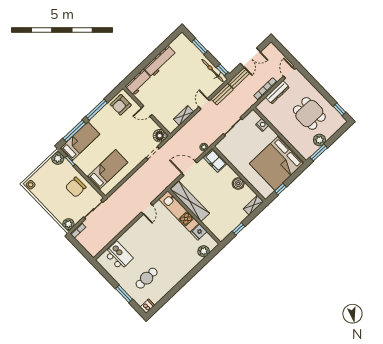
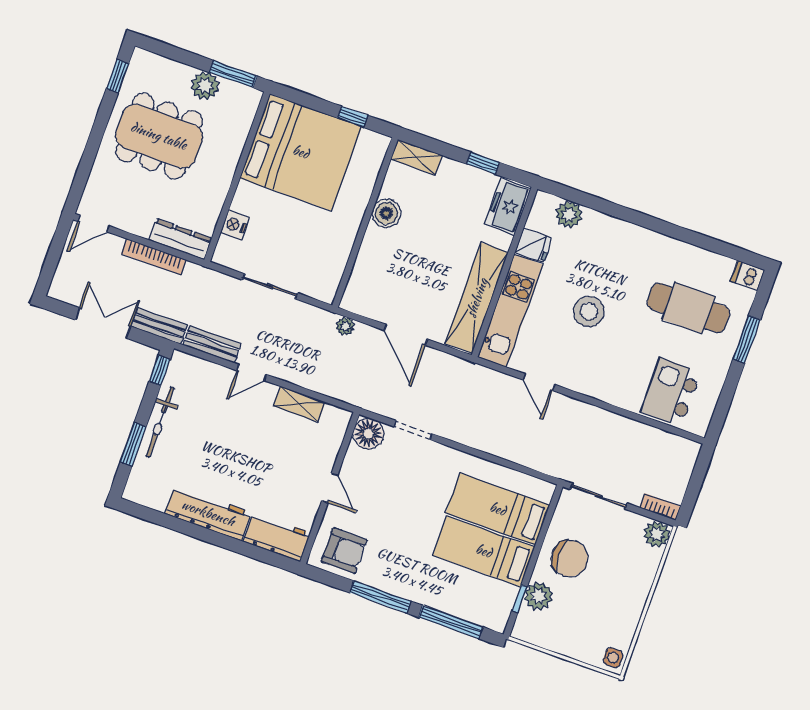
bicycle: (213, 70) -> (160, 422), moved
dresser: (277, 92) -> (180, 239), moved
dining table: (309, 113) -> (159, 136), width x1.37
bed: (80, 141) -> (484, 551), moved
plant: (58, 158) -> (539, 596), moved
freezer: (215, 161) -> (508, 206), moved, turned 180
door: (147, 209) -> (539, 382), swing flipped
stool: (164, 240) -> (589, 311), added
cafe table: (147, 278) -> (688, 308), width x1.37, depth x1.35

